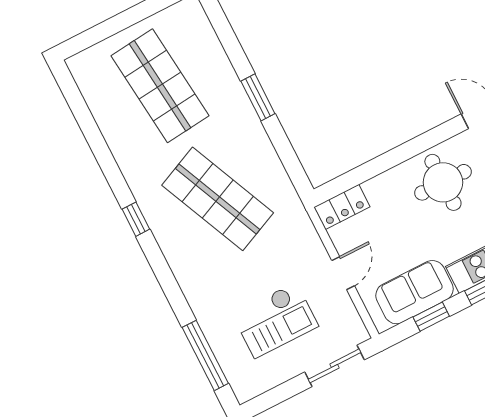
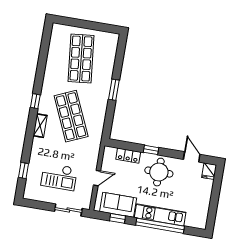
window: (401, 154) -> (151, 150), added
locker: (342, 207) -> (128, 156), moved
shelving: (176, 256) -> (40, 126), added
window: (205, 355) -> (23, 171), width x0.46

